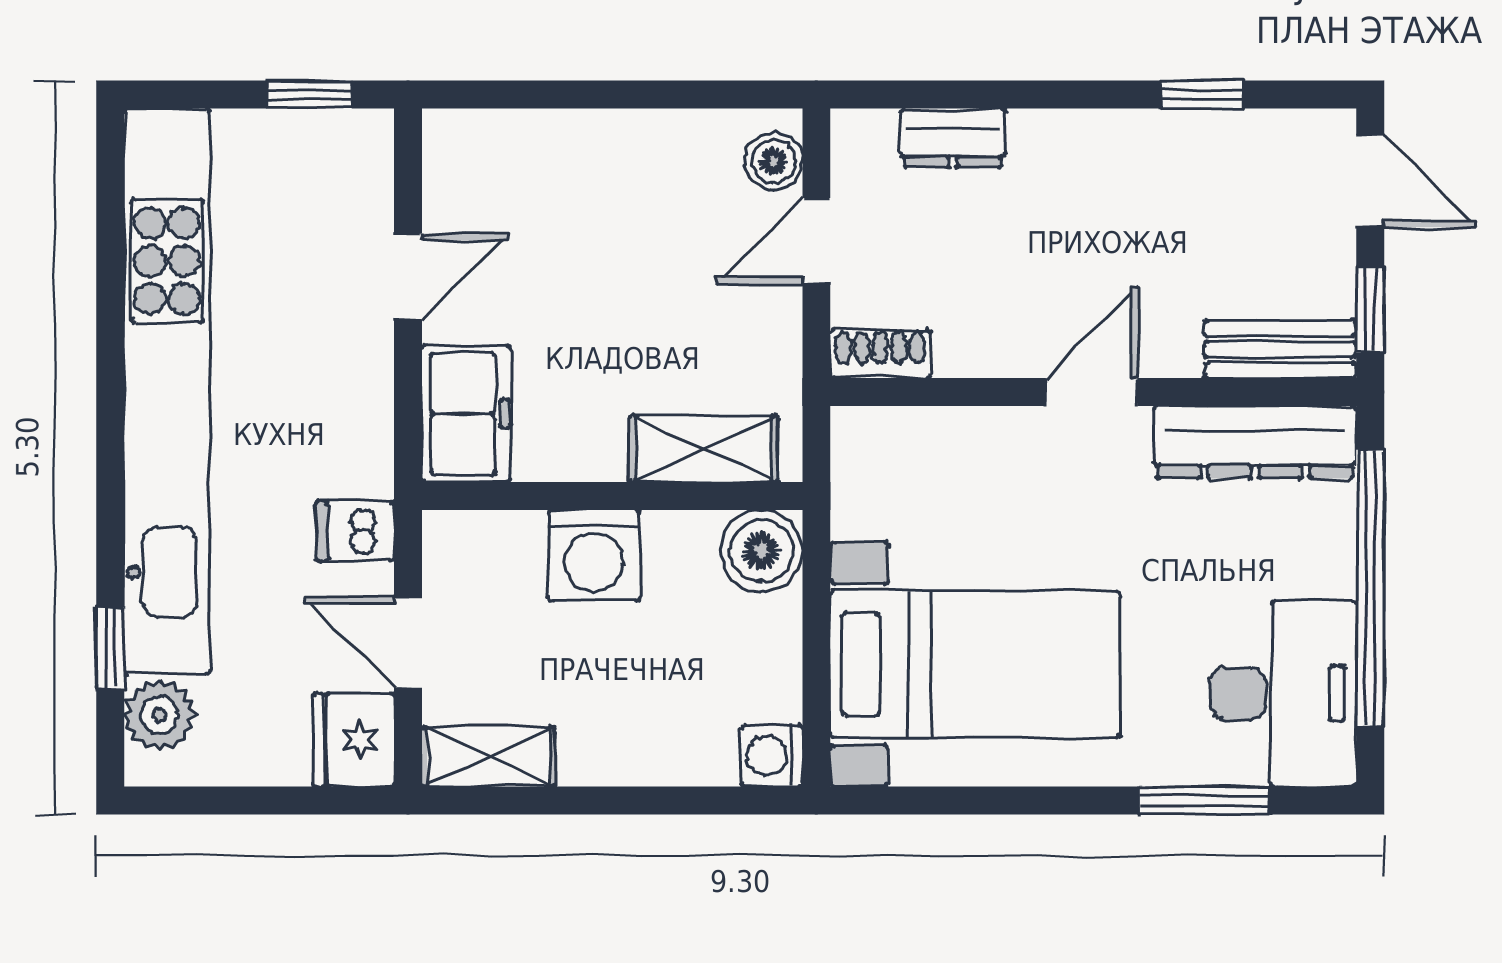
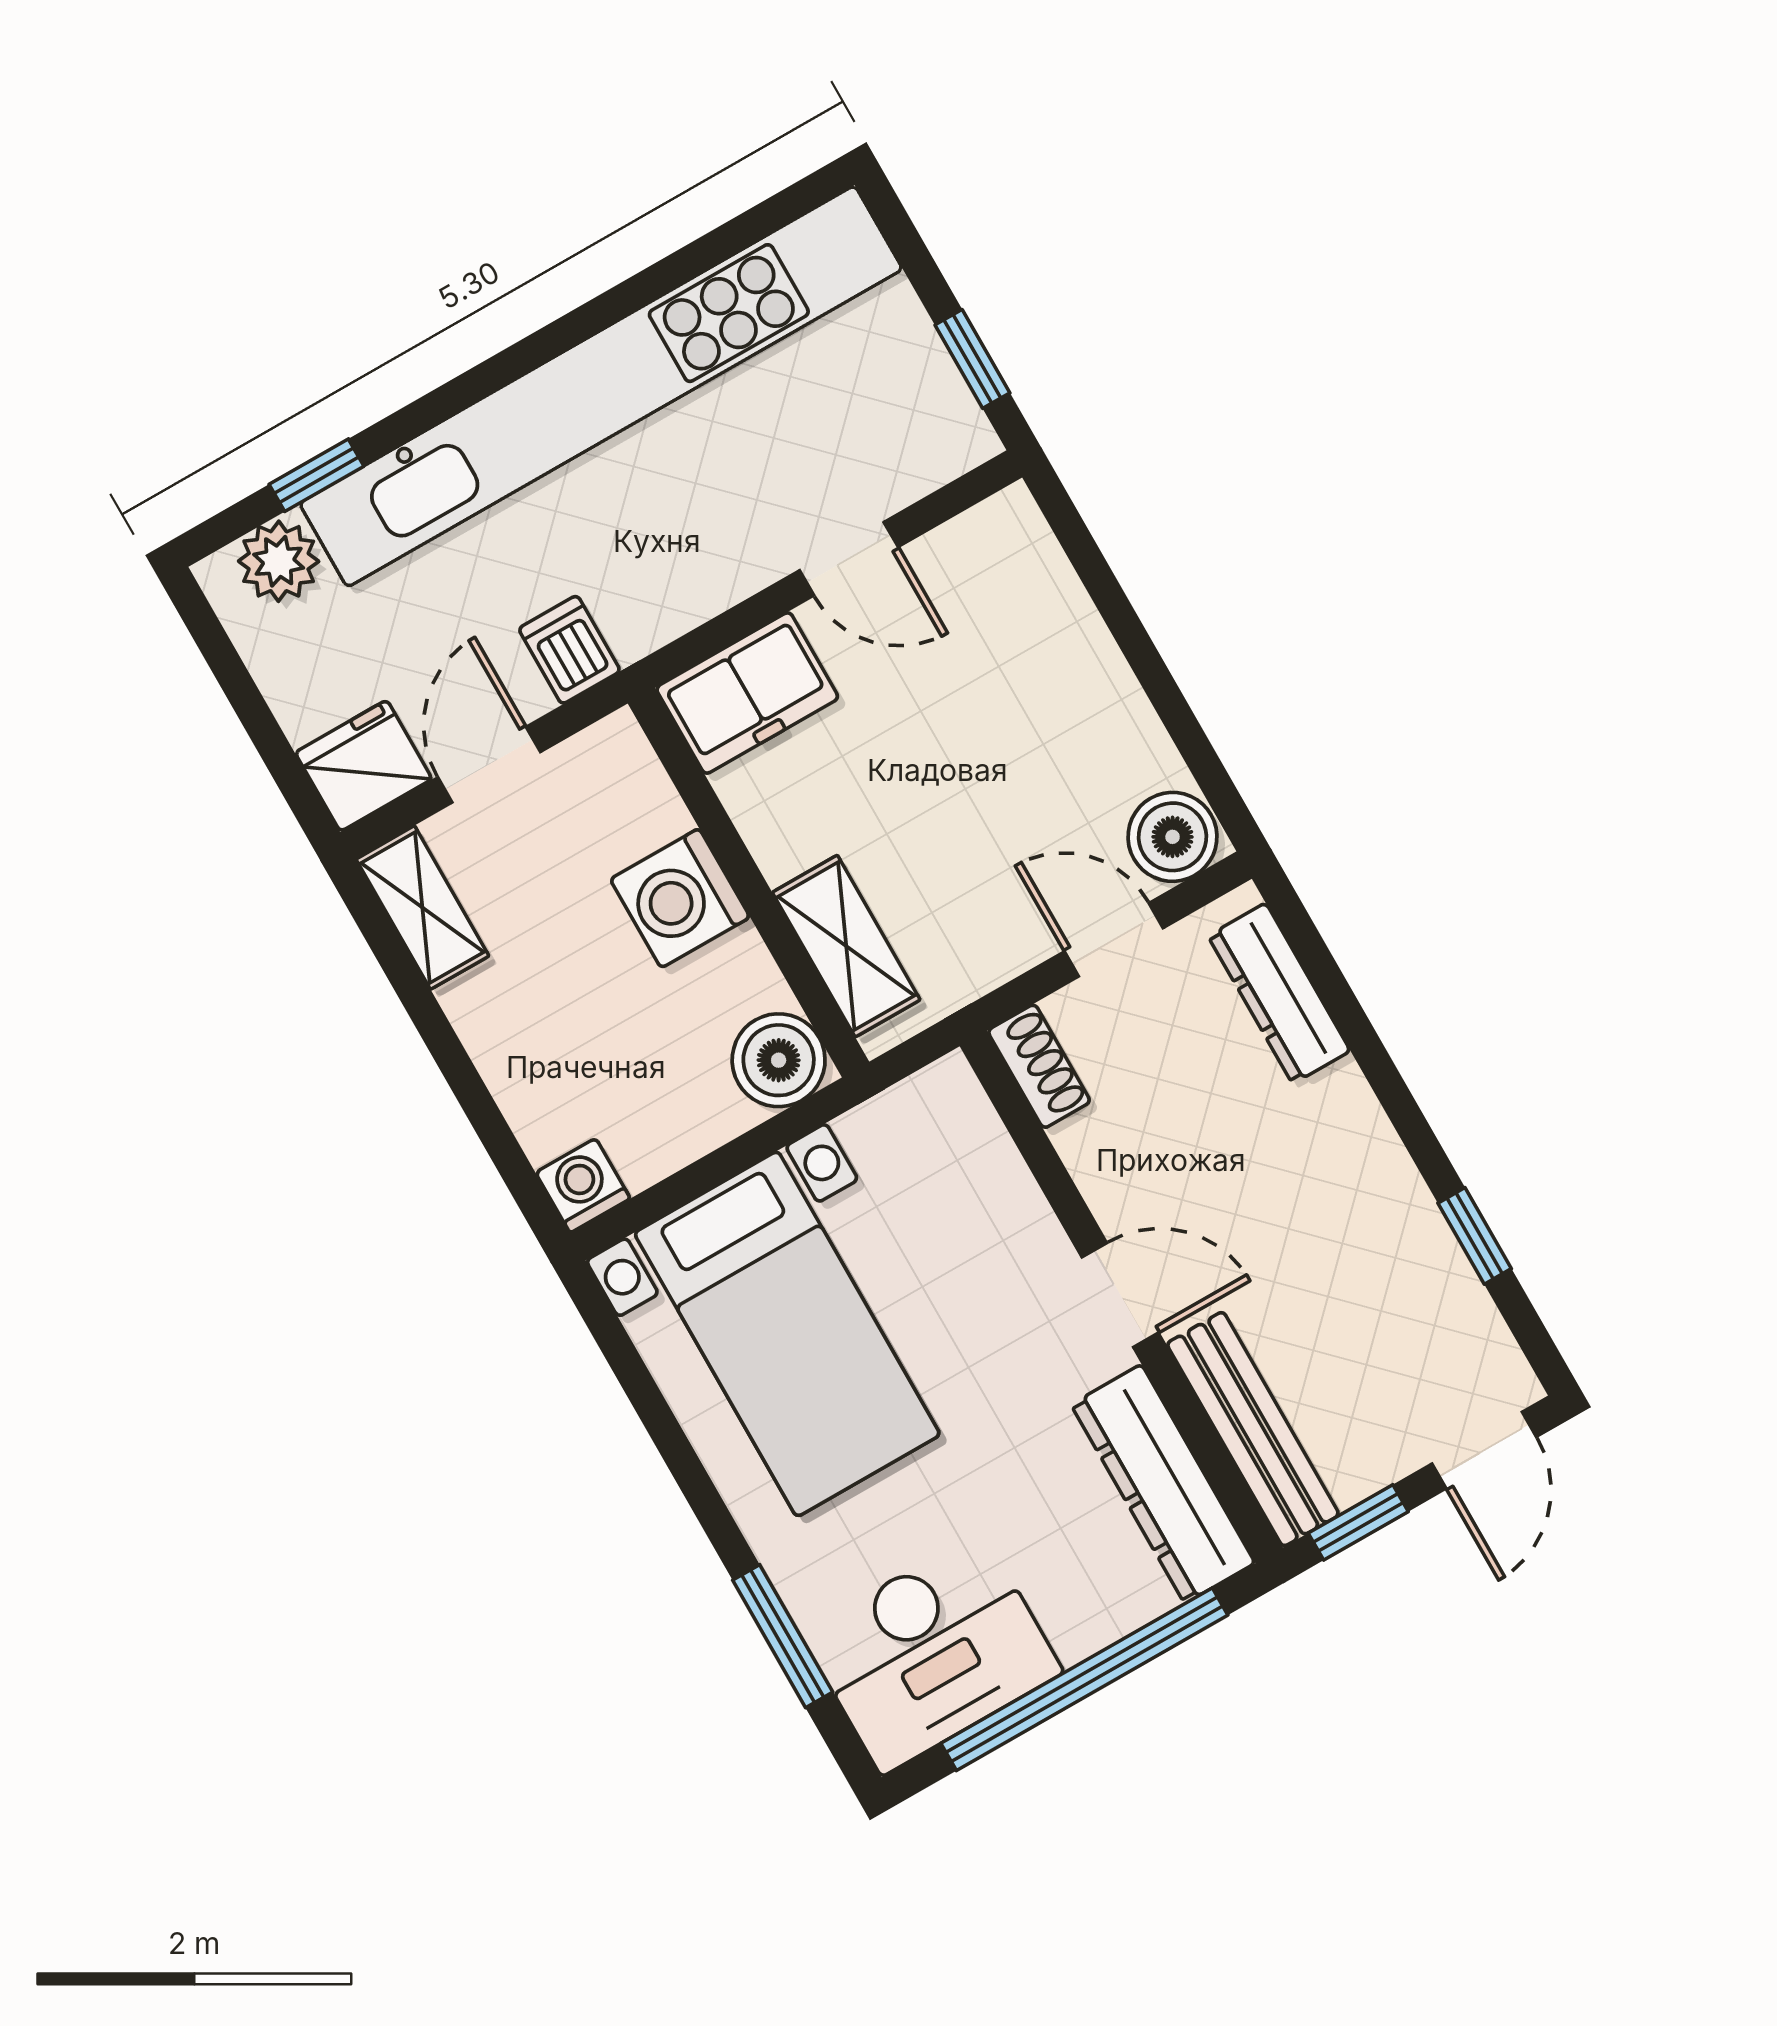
dresser: (953, 138) -> (1279, 993), width x1.44
boiler: (774, 161) -> (1173, 837), width x1.36, depth x1.36
bench: (1280, 349) -> (1253, 1429), width x1.36

